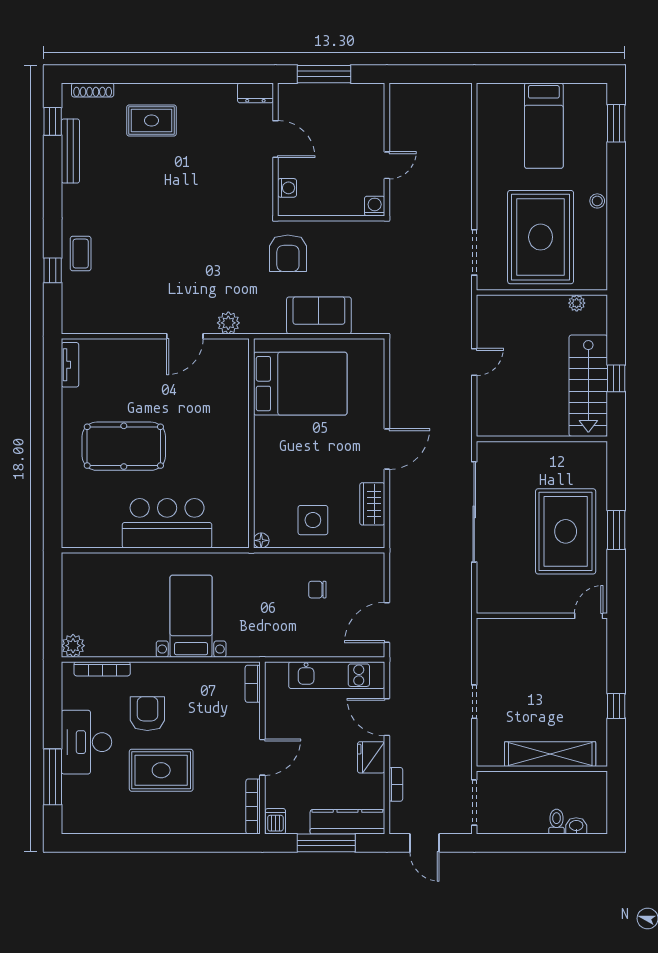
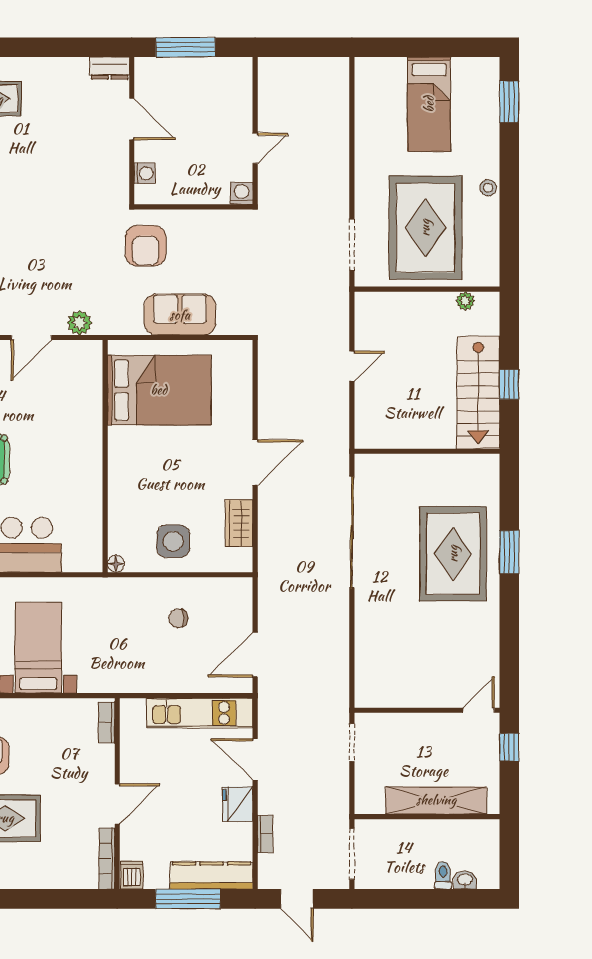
wall: (542, 616) -> (427, 710), moved
door: (589, 616) -> (479, 710), moved

